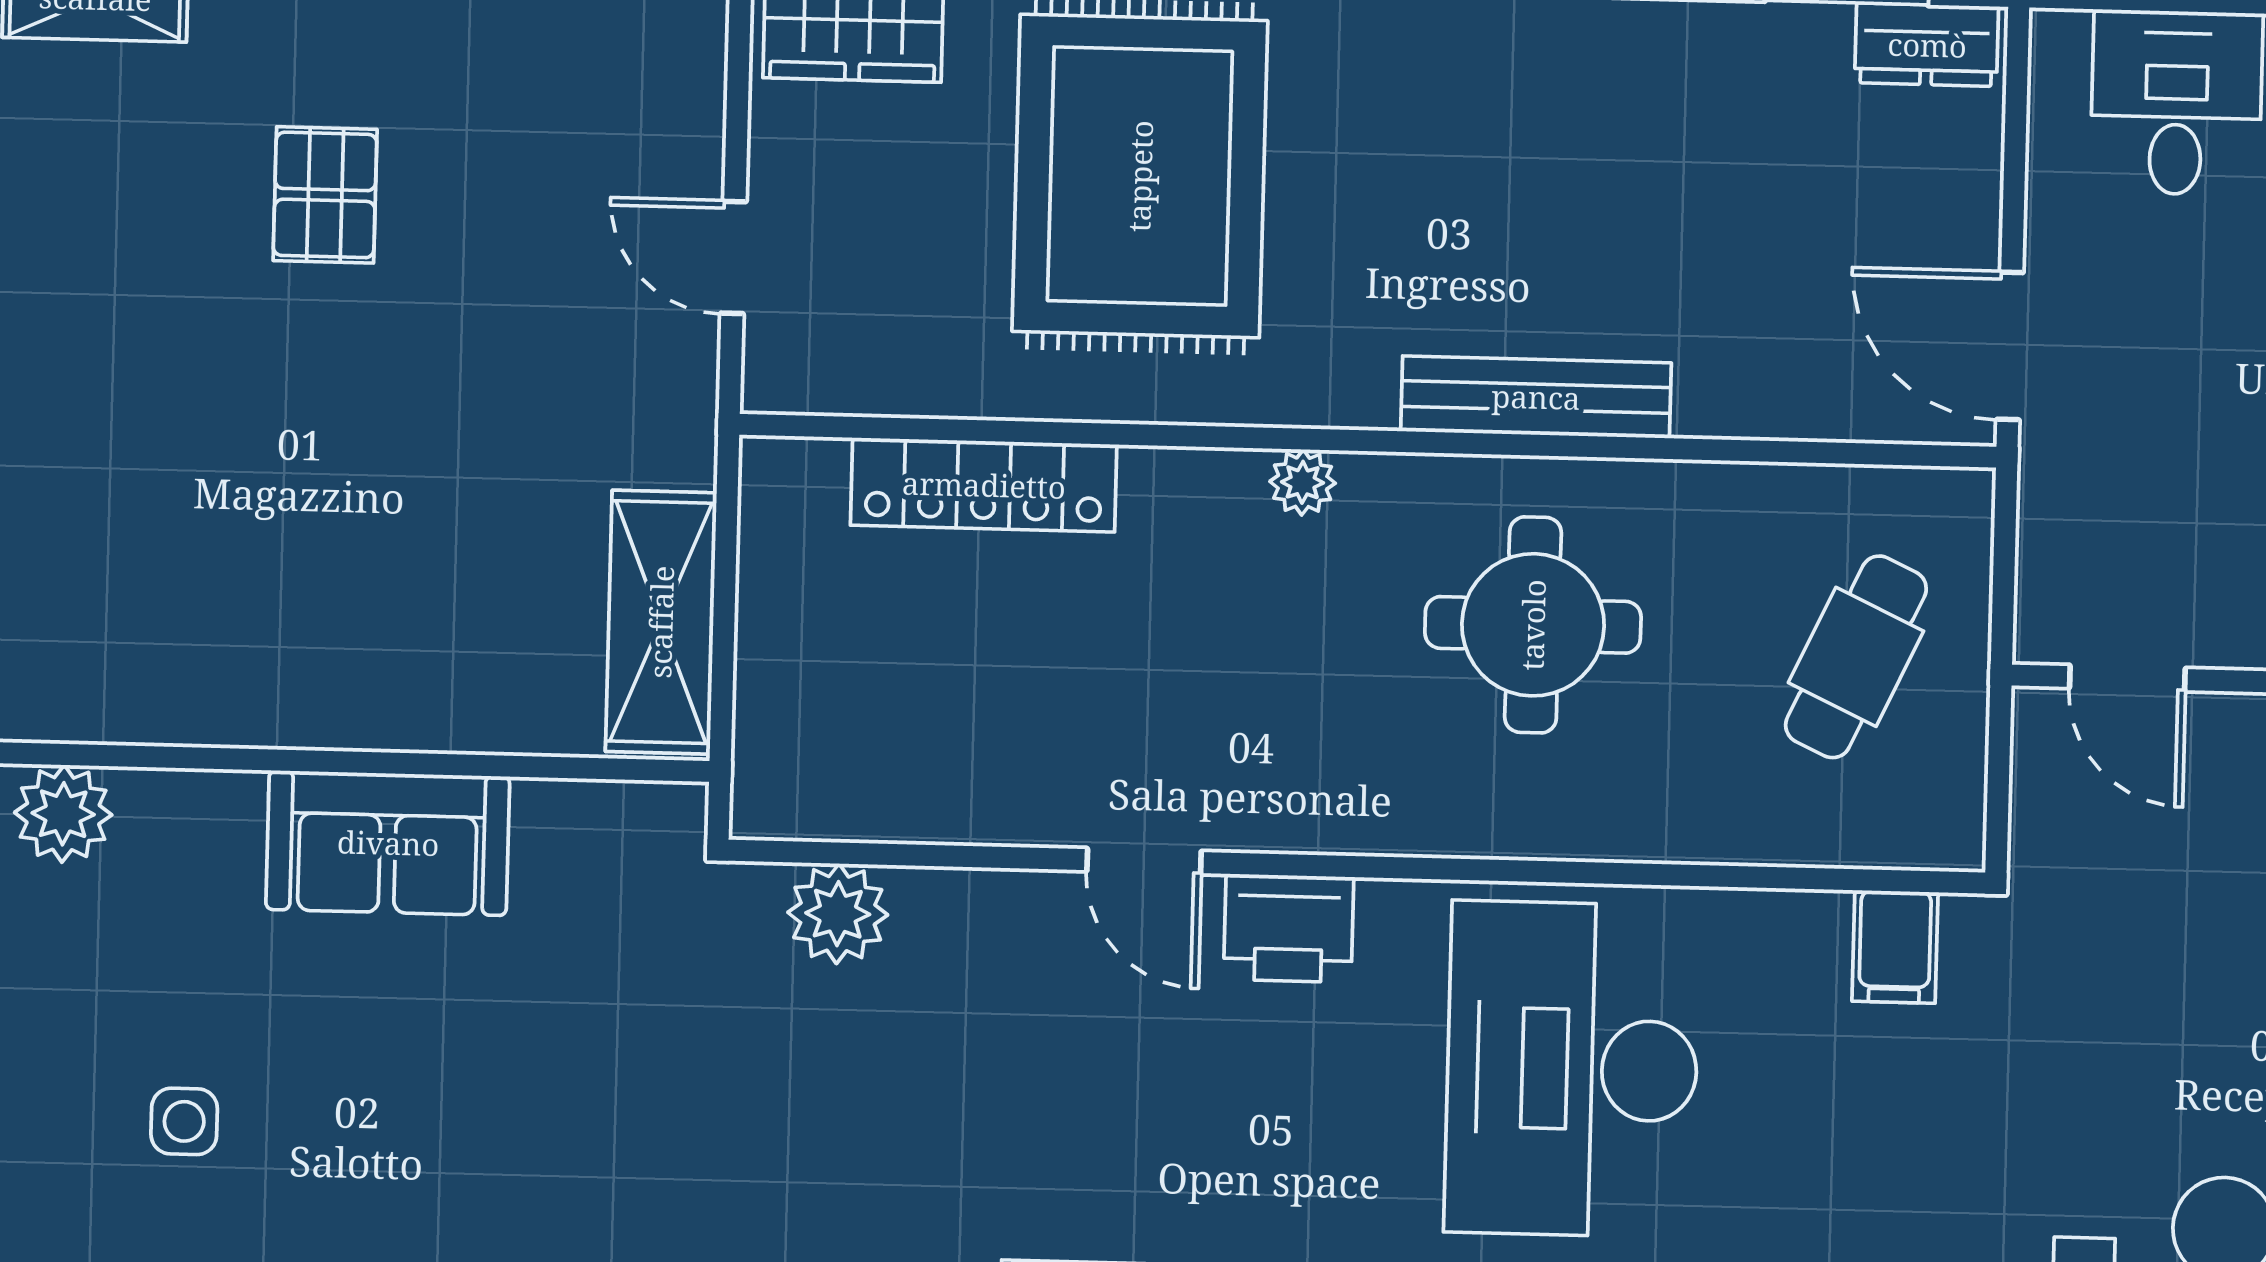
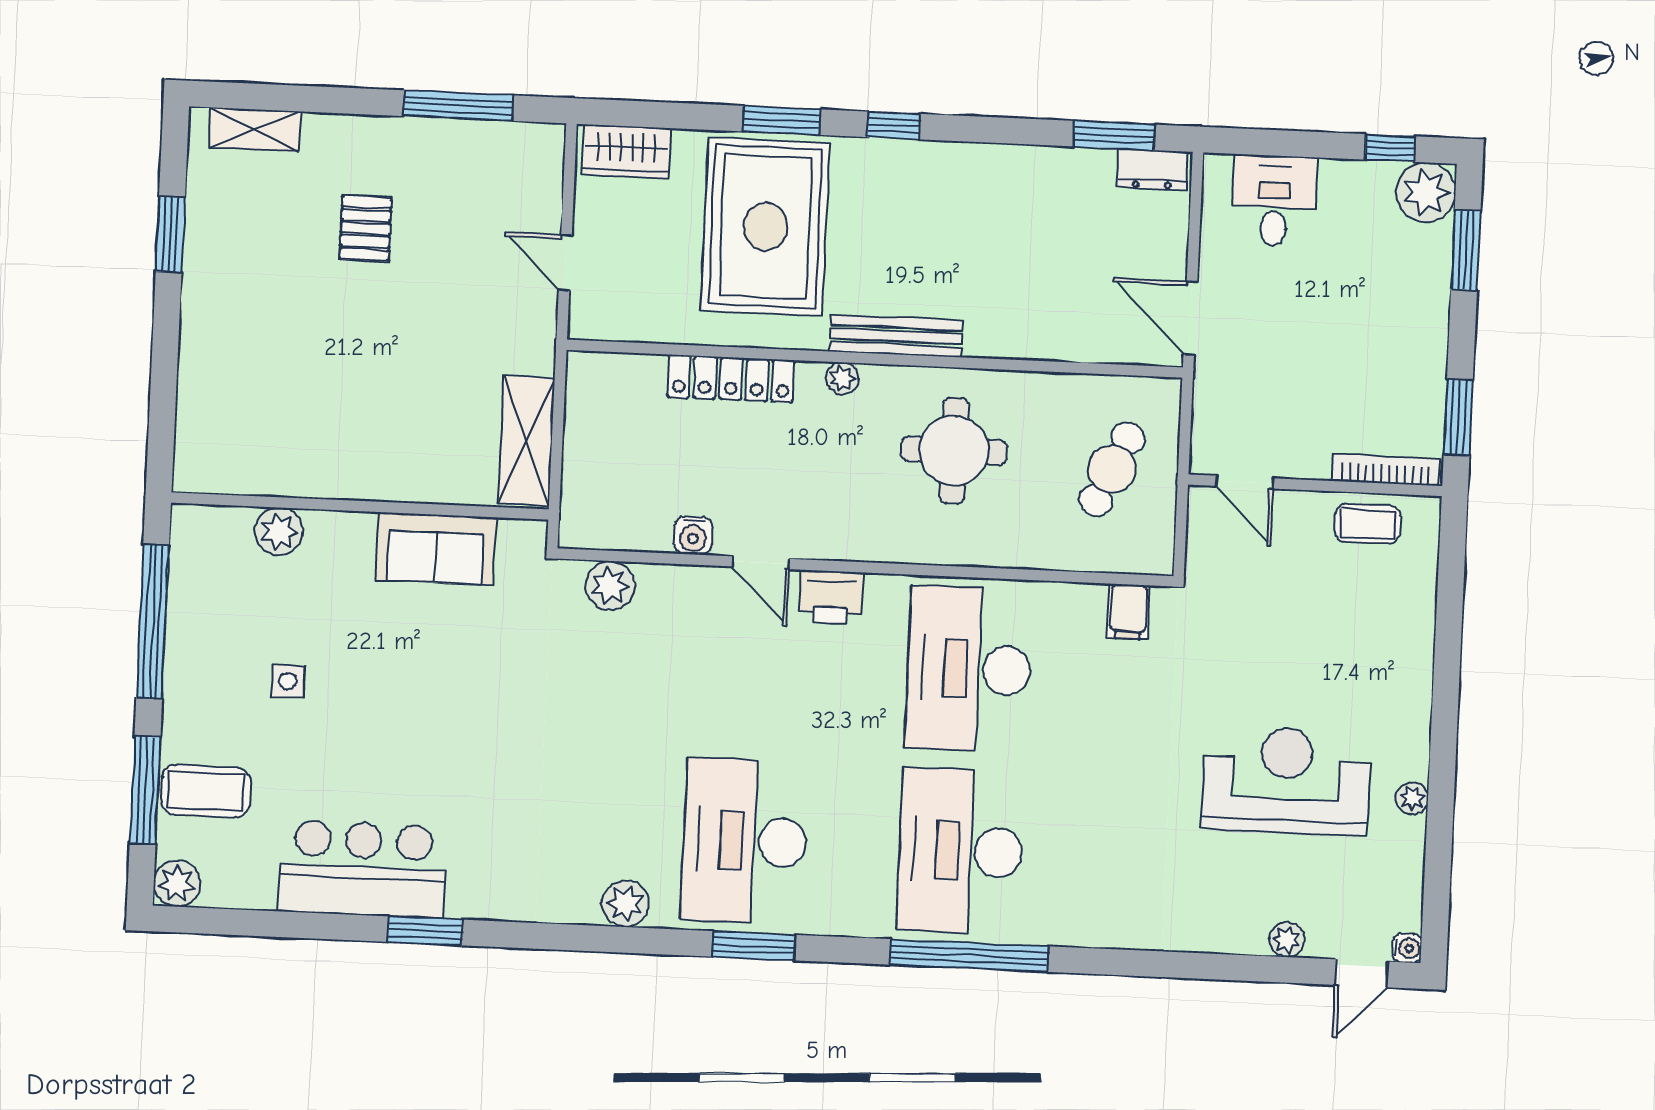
bench: (1536, 397) -> (896, 336), moved
locker: (984, 485) -> (731, 379), moved
water cooler: (1005, 808) -> (693, 535), added
plant: (63, 814) -> (279, 531), moved
sofa: (388, 843) -> (436, 549), moved

